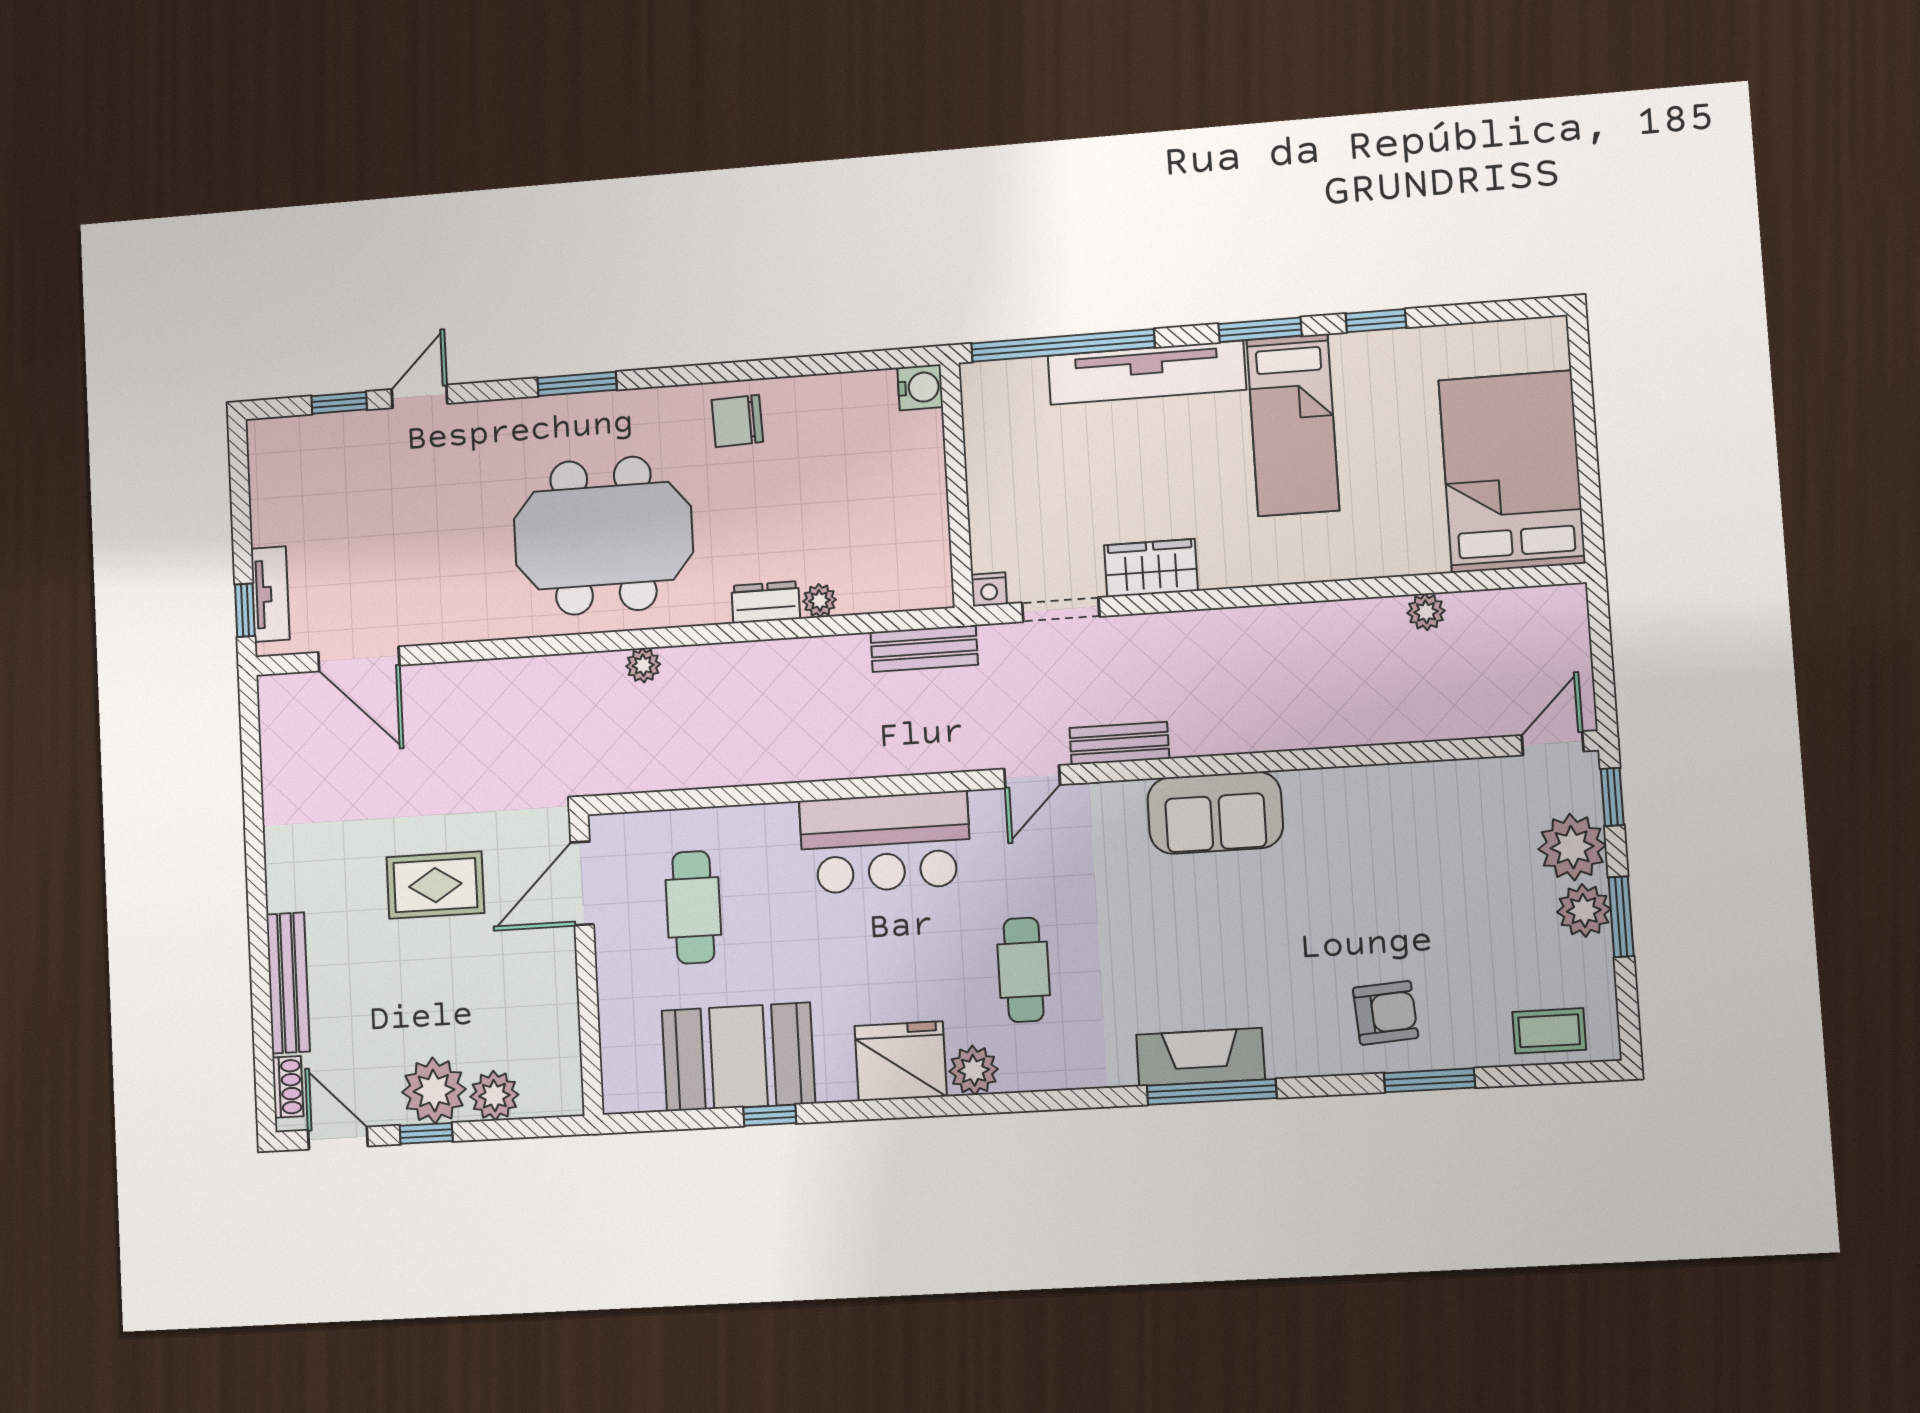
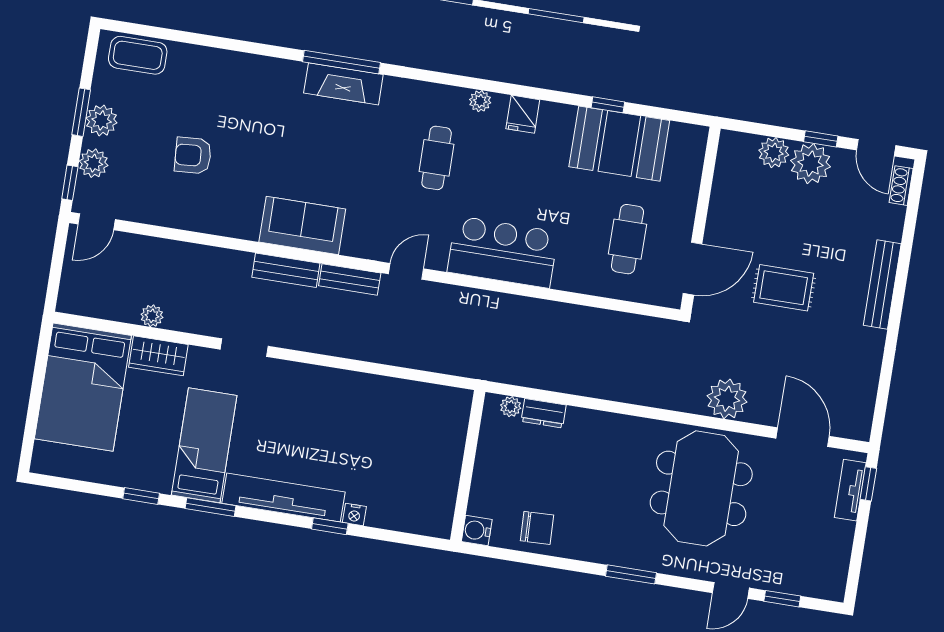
window: (1063, 345) -> (330, 526), width x0.32
water cooler: (920, 387) -> (477, 530), moved
wall: (957, 485) -> (468, 466), moved
meeting table: (603, 536) -> (701, 488), moved, turned 90
wardrobe: (1151, 568) -> (158, 356), moved
nightstand: (989, 589) -> (354, 514), moved, turned 180
doorway: (1061, 610) -> (244, 348), moved
bench: (924, 648) -> (286, 270), moved
plant: (643, 665) -> (727, 399), moved, width x1.88, depth x1.88
plant: (1572, 847) -> (94, 163), width x0.73, depth x0.73
bench: (288, 983) -> (882, 284), moved
armchair: (1386, 1013) -> (193, 155), moved
coffee table: (1549, 1031) -> (138, 55), width x1.36, depth x1.30
fridge: (901, 1061) -> (523, 114), width x0.53, depth x0.75
plant: (974, 1070) -> (480, 101), width x0.73, depth x0.73
window: (1430, 1080) -> (213, 42), removed

